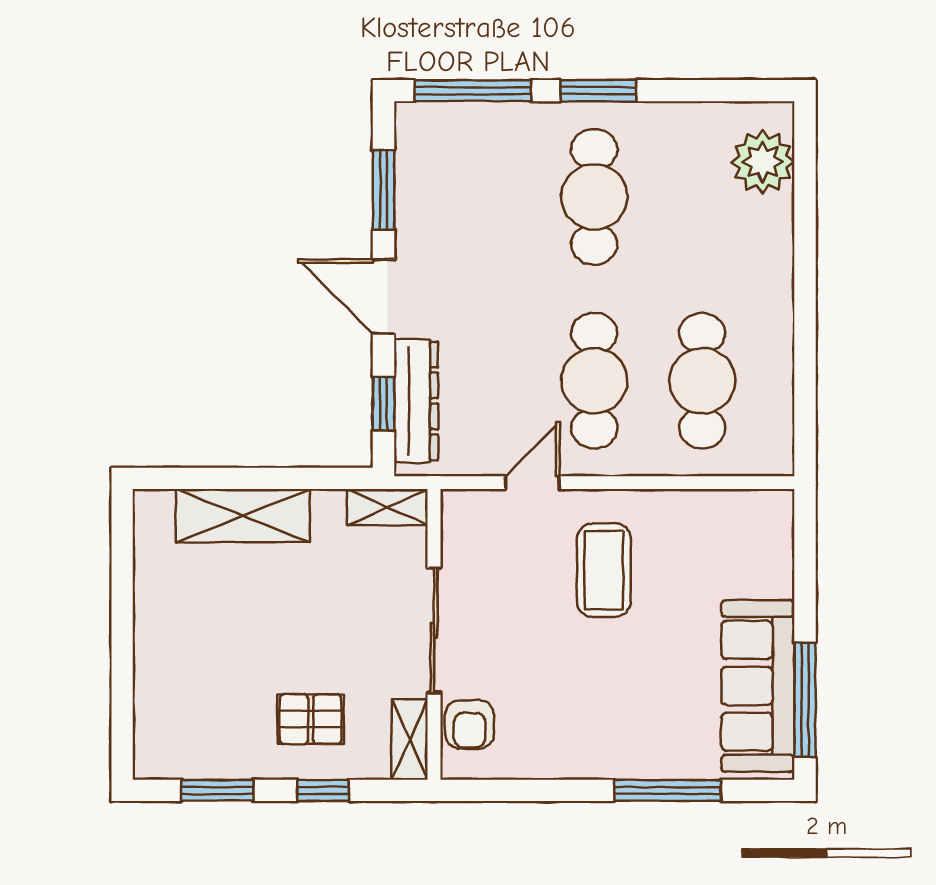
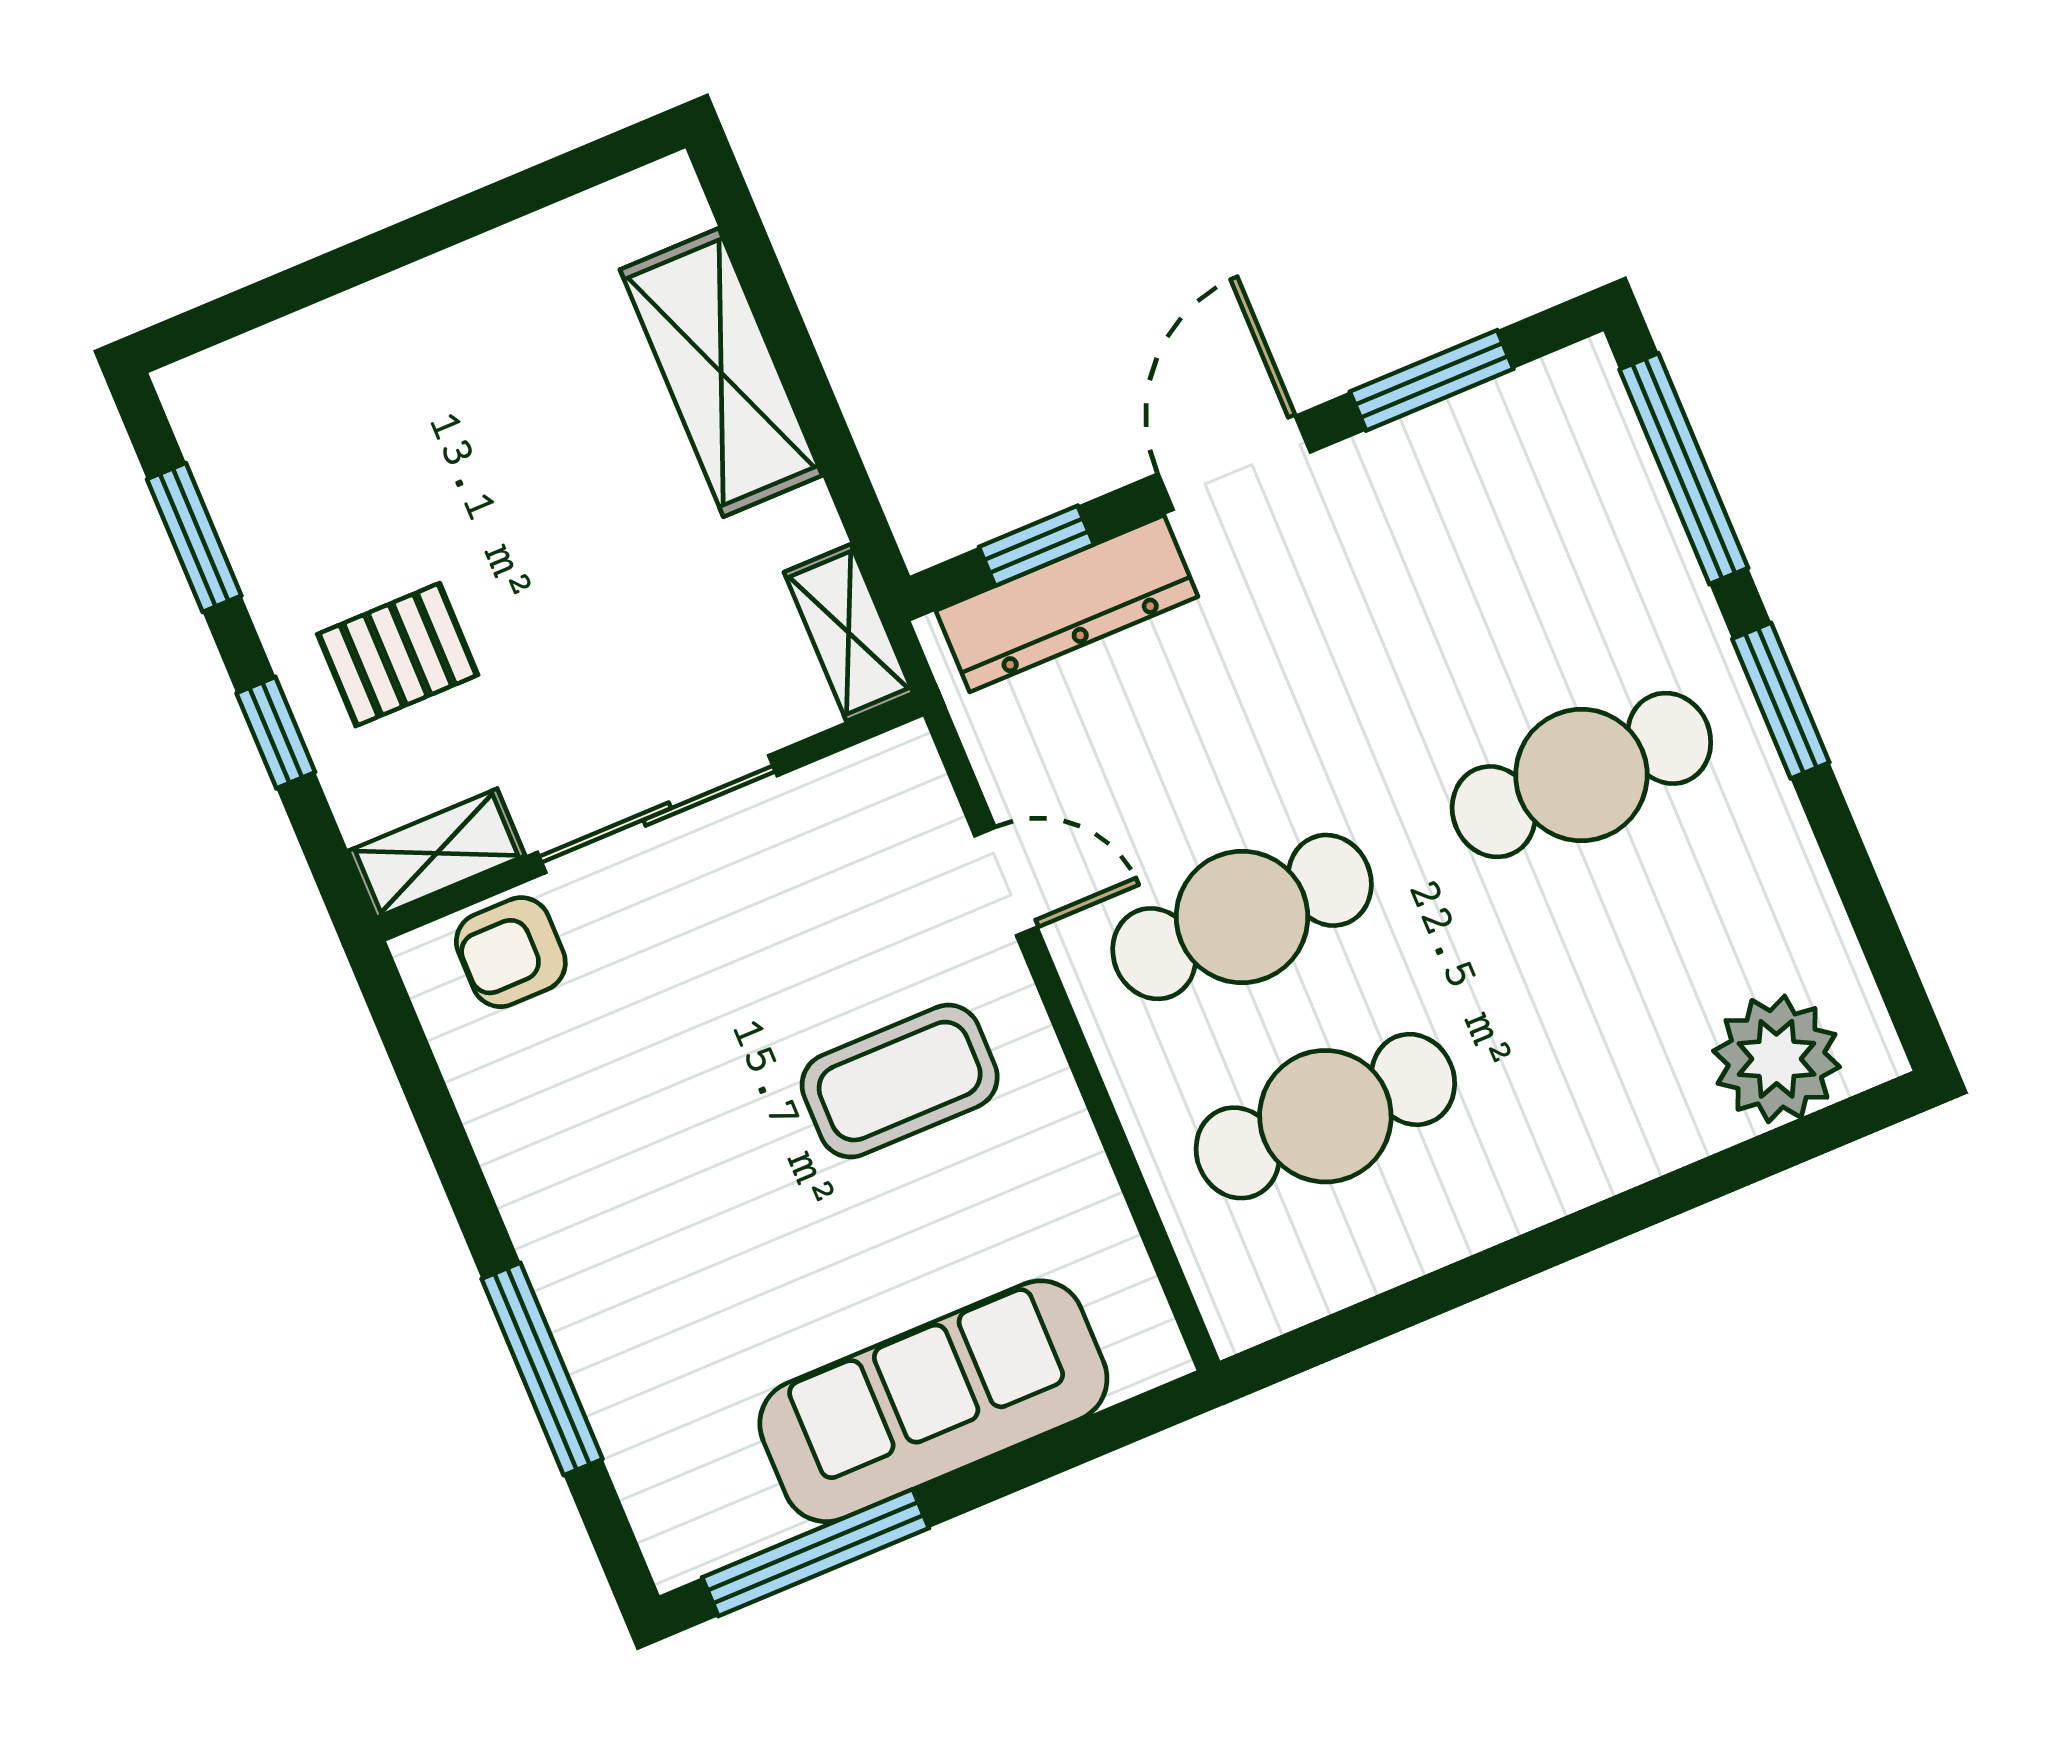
sofa: (758, 686) -> (933, 1401), moved
pallet: (311, 719) -> (398, 655), turned 90

